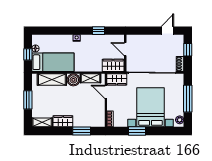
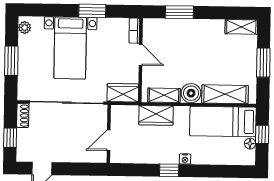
window: (98, 31) -> (169, 170), moved
door: (125, 49) -> (109, 140), swing flipped
wardrobe: (113, 65) -> (156, 115), moved
door: (106, 92) -> (141, 55), moved
window: (188, 99) -> (11, 61), width x0.69
bed with nightstands: (151, 107) -> (70, 48), width x0.73
wardrobe: (63, 121) -> (209, 28), removed

